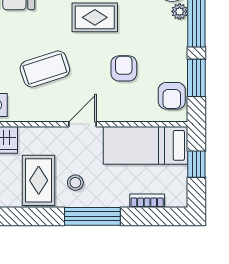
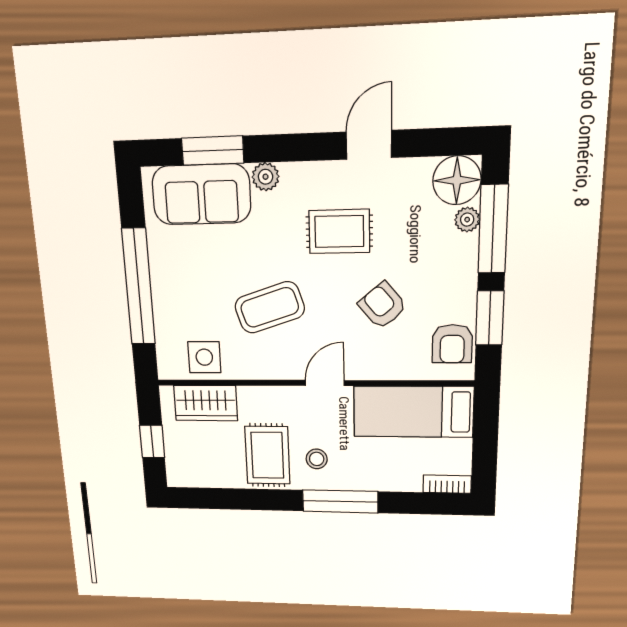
armchair: (124, 68) -> (383, 305), turned -40
window: (196, 164) -> (485, 437), removed
bookcase: (147, 201) -> (447, 484), moved

